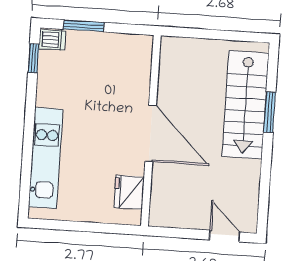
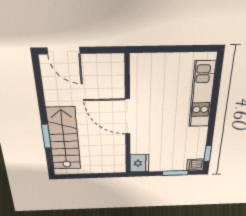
fridge: (129, 192) -> (139, 163), moved
door: (225, 236) -> (64, 51), width x1.38

